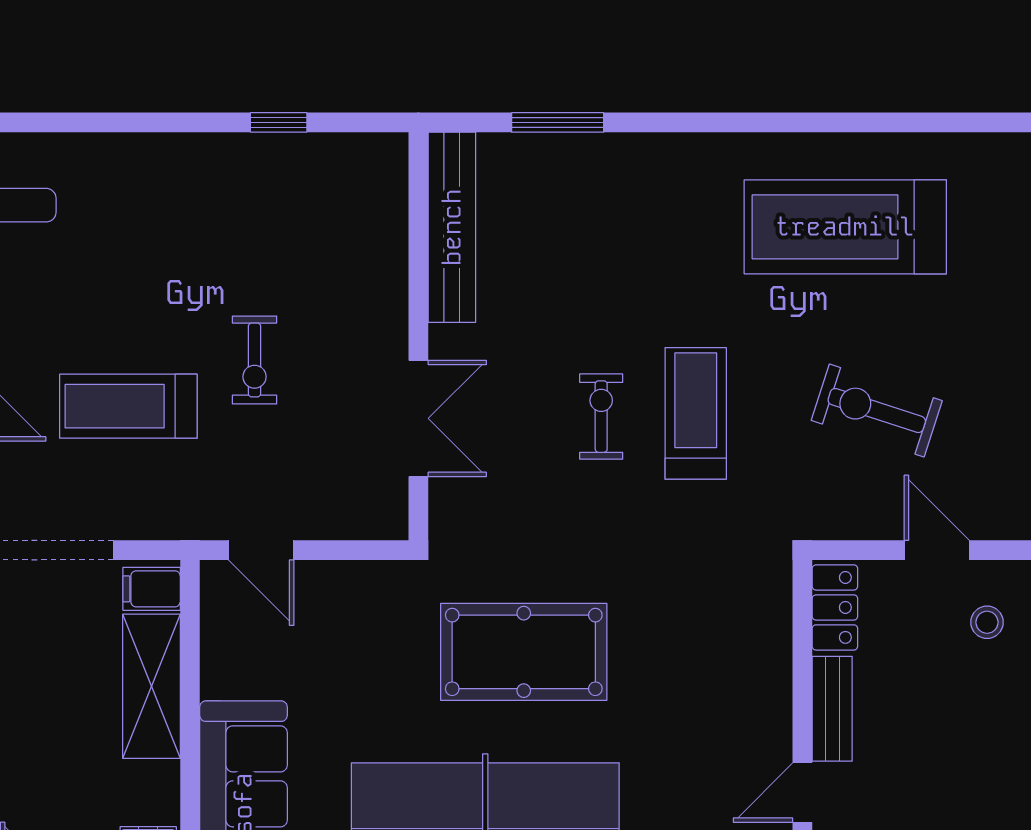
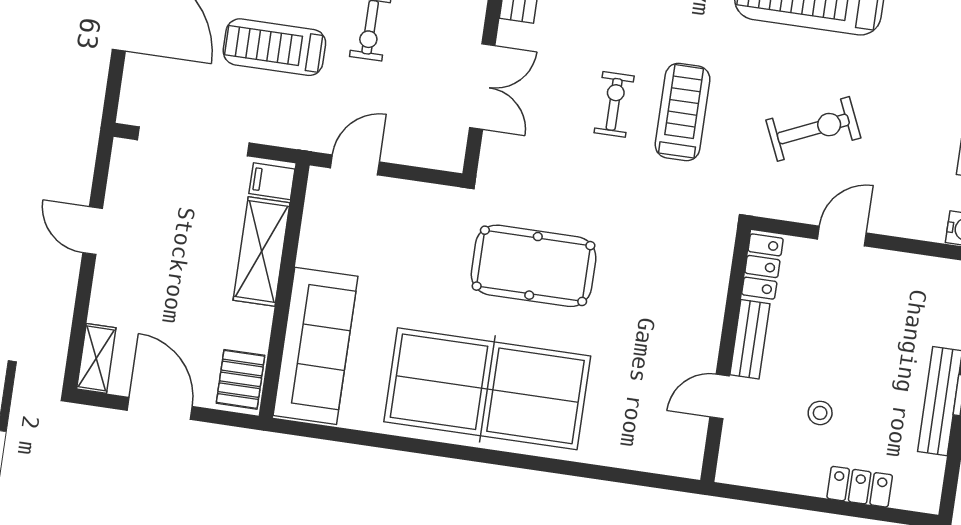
exercise bike: (877, 411) -> (813, 129), turned 138
door: (261, 550) -> (355, 165), swing flipped
door: (937, 550) -> (842, 236), hinge flipped
stool: (987, 622) -> (820, 413), moved

